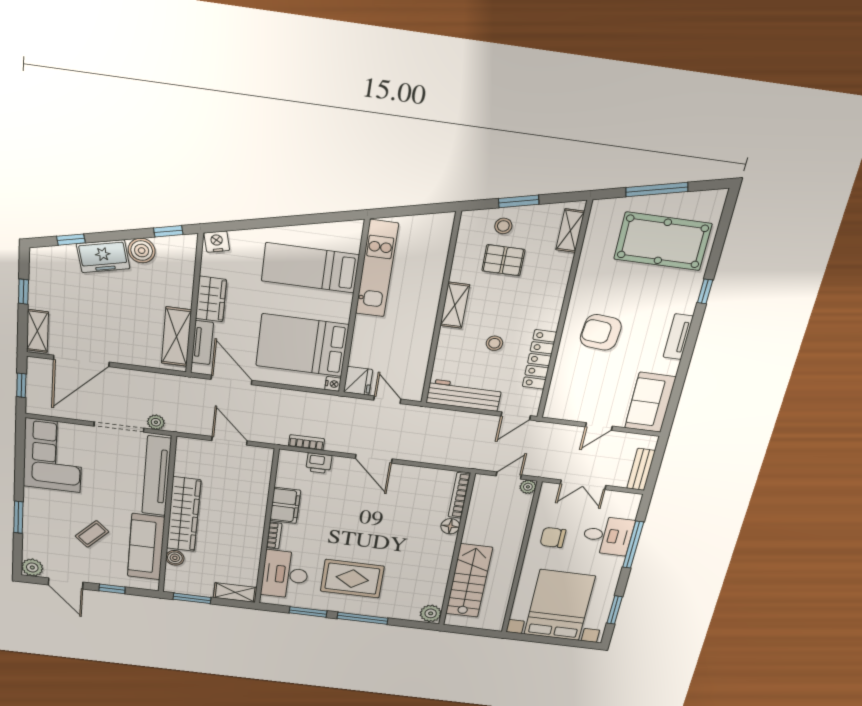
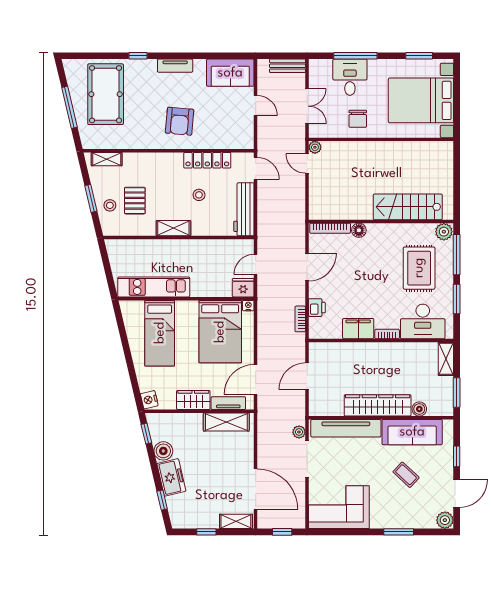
bookcase: (459, 495) -> (330, 228), moved
floor lamp: (450, 526) -> (359, 230), moved
wall: (457, 551) -> (381, 221), moved
stairs: (469, 581) -> (408, 207), moved
plant: (431, 613) -> (444, 232), moved

